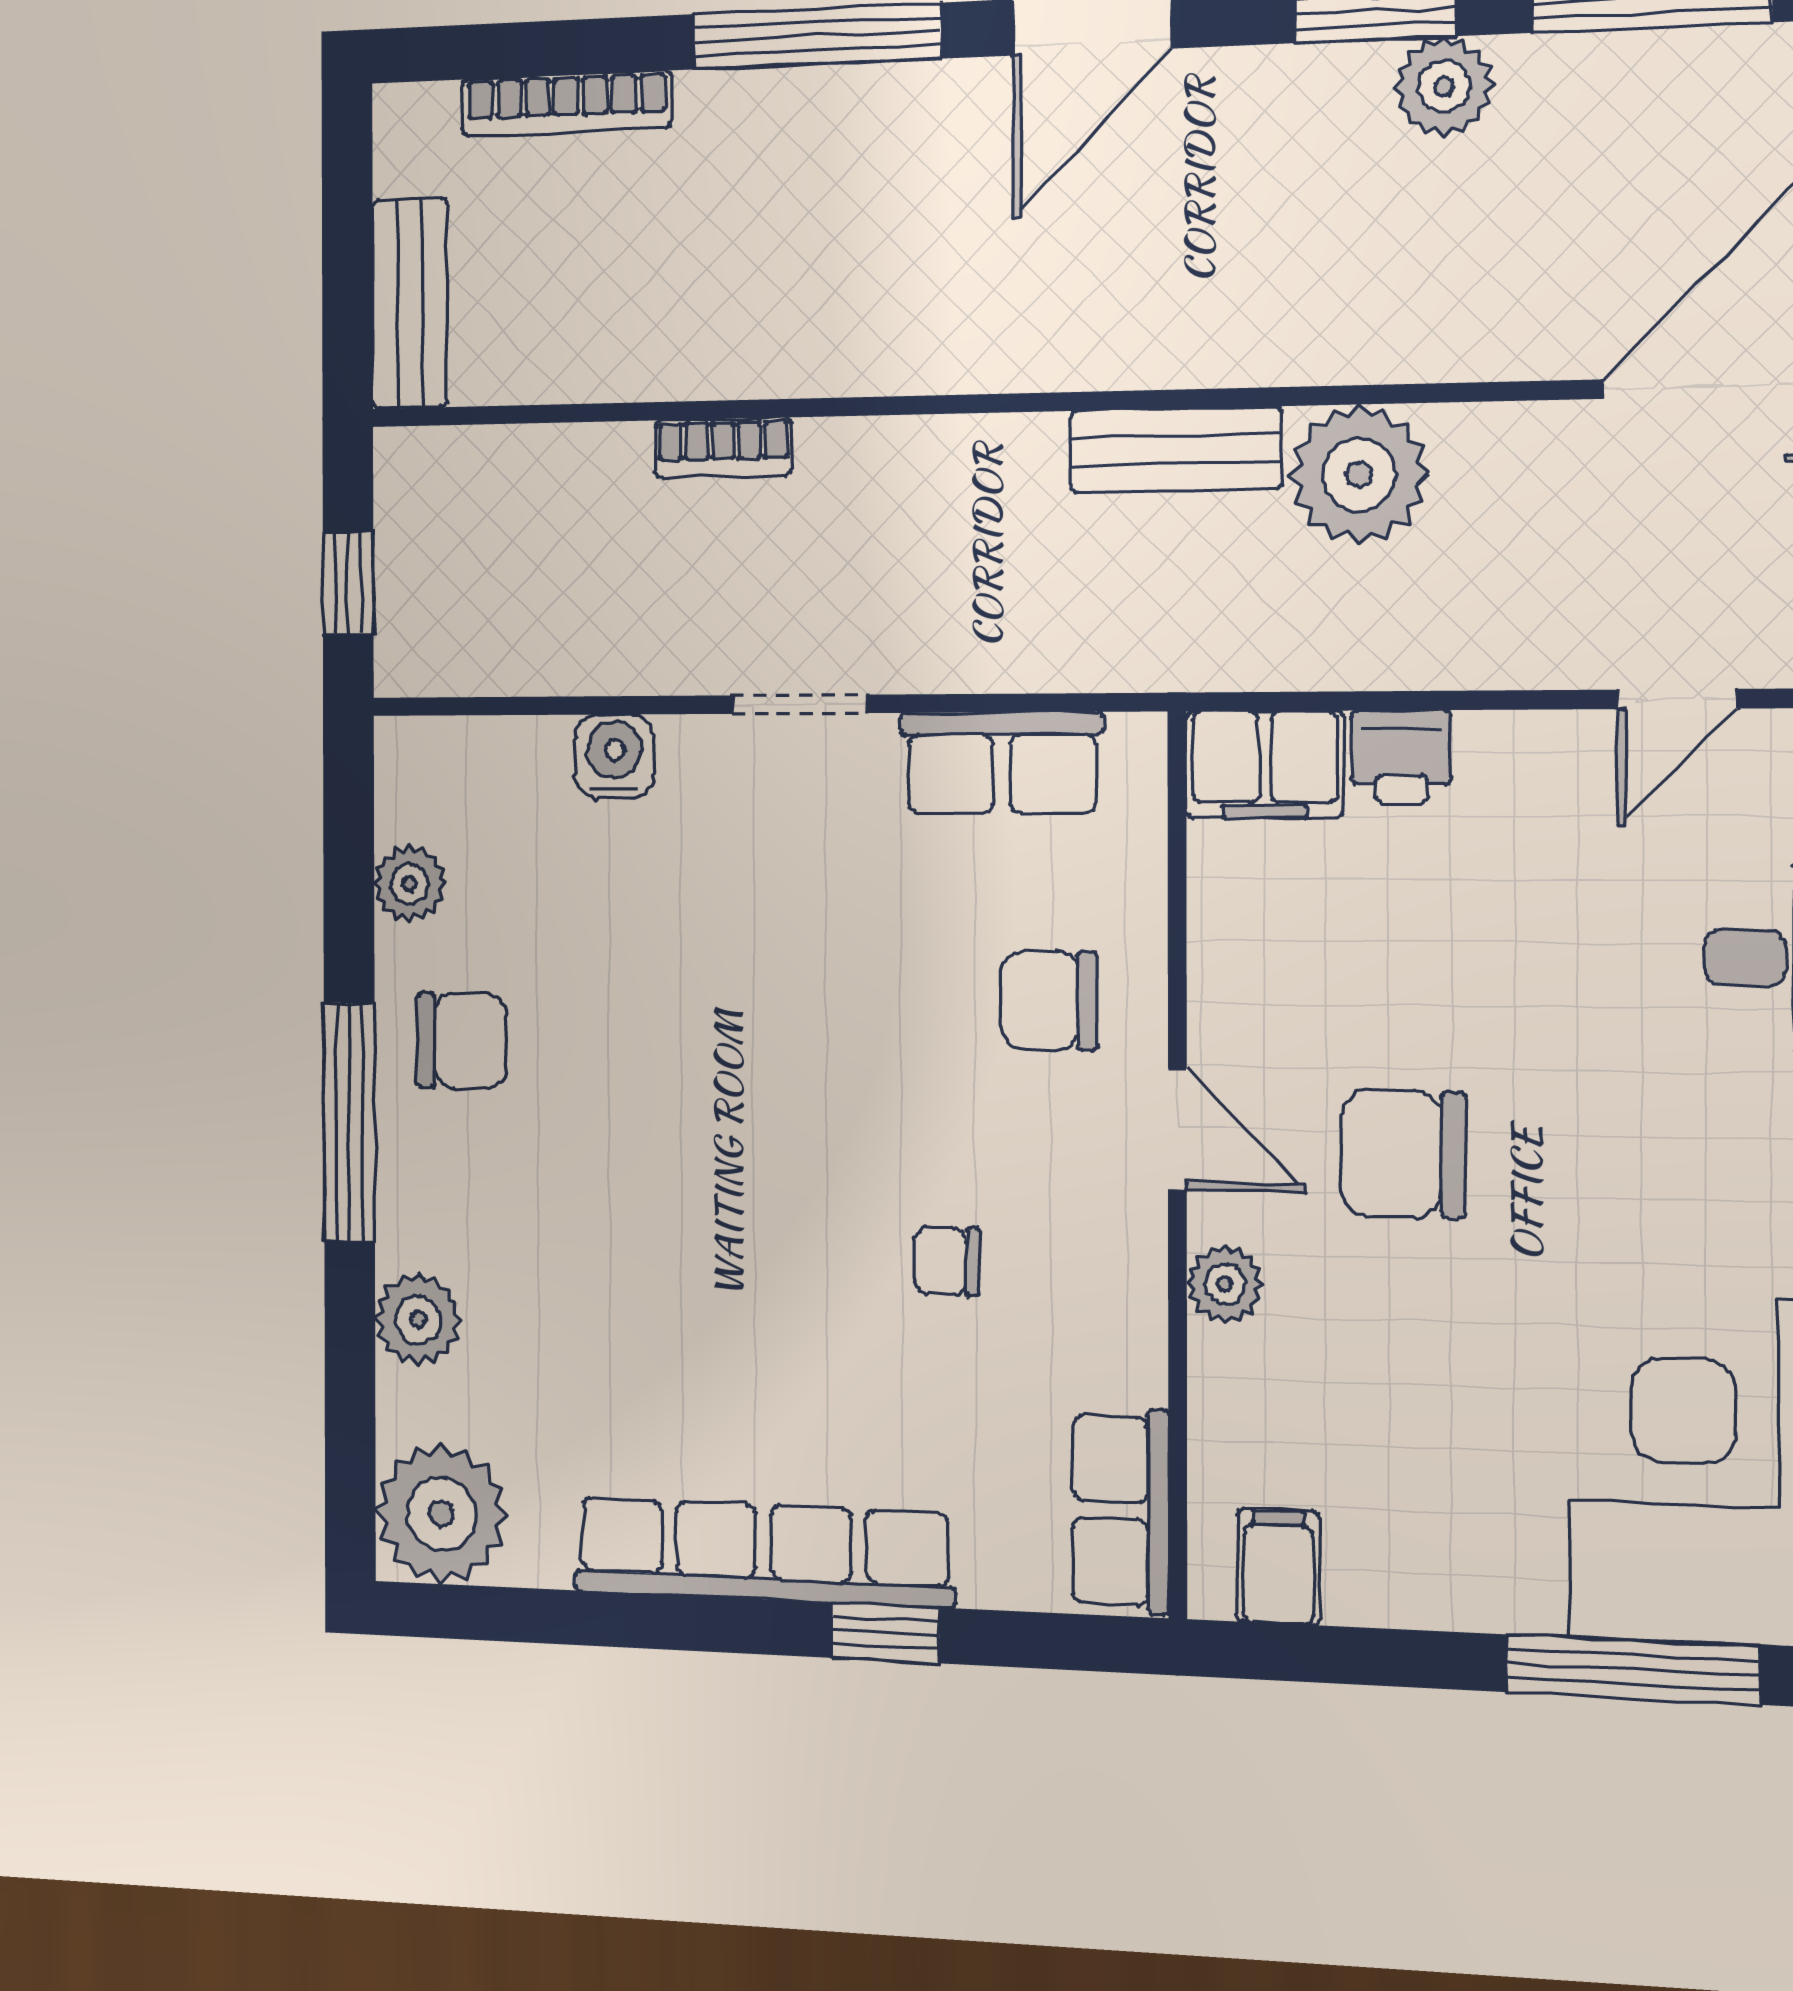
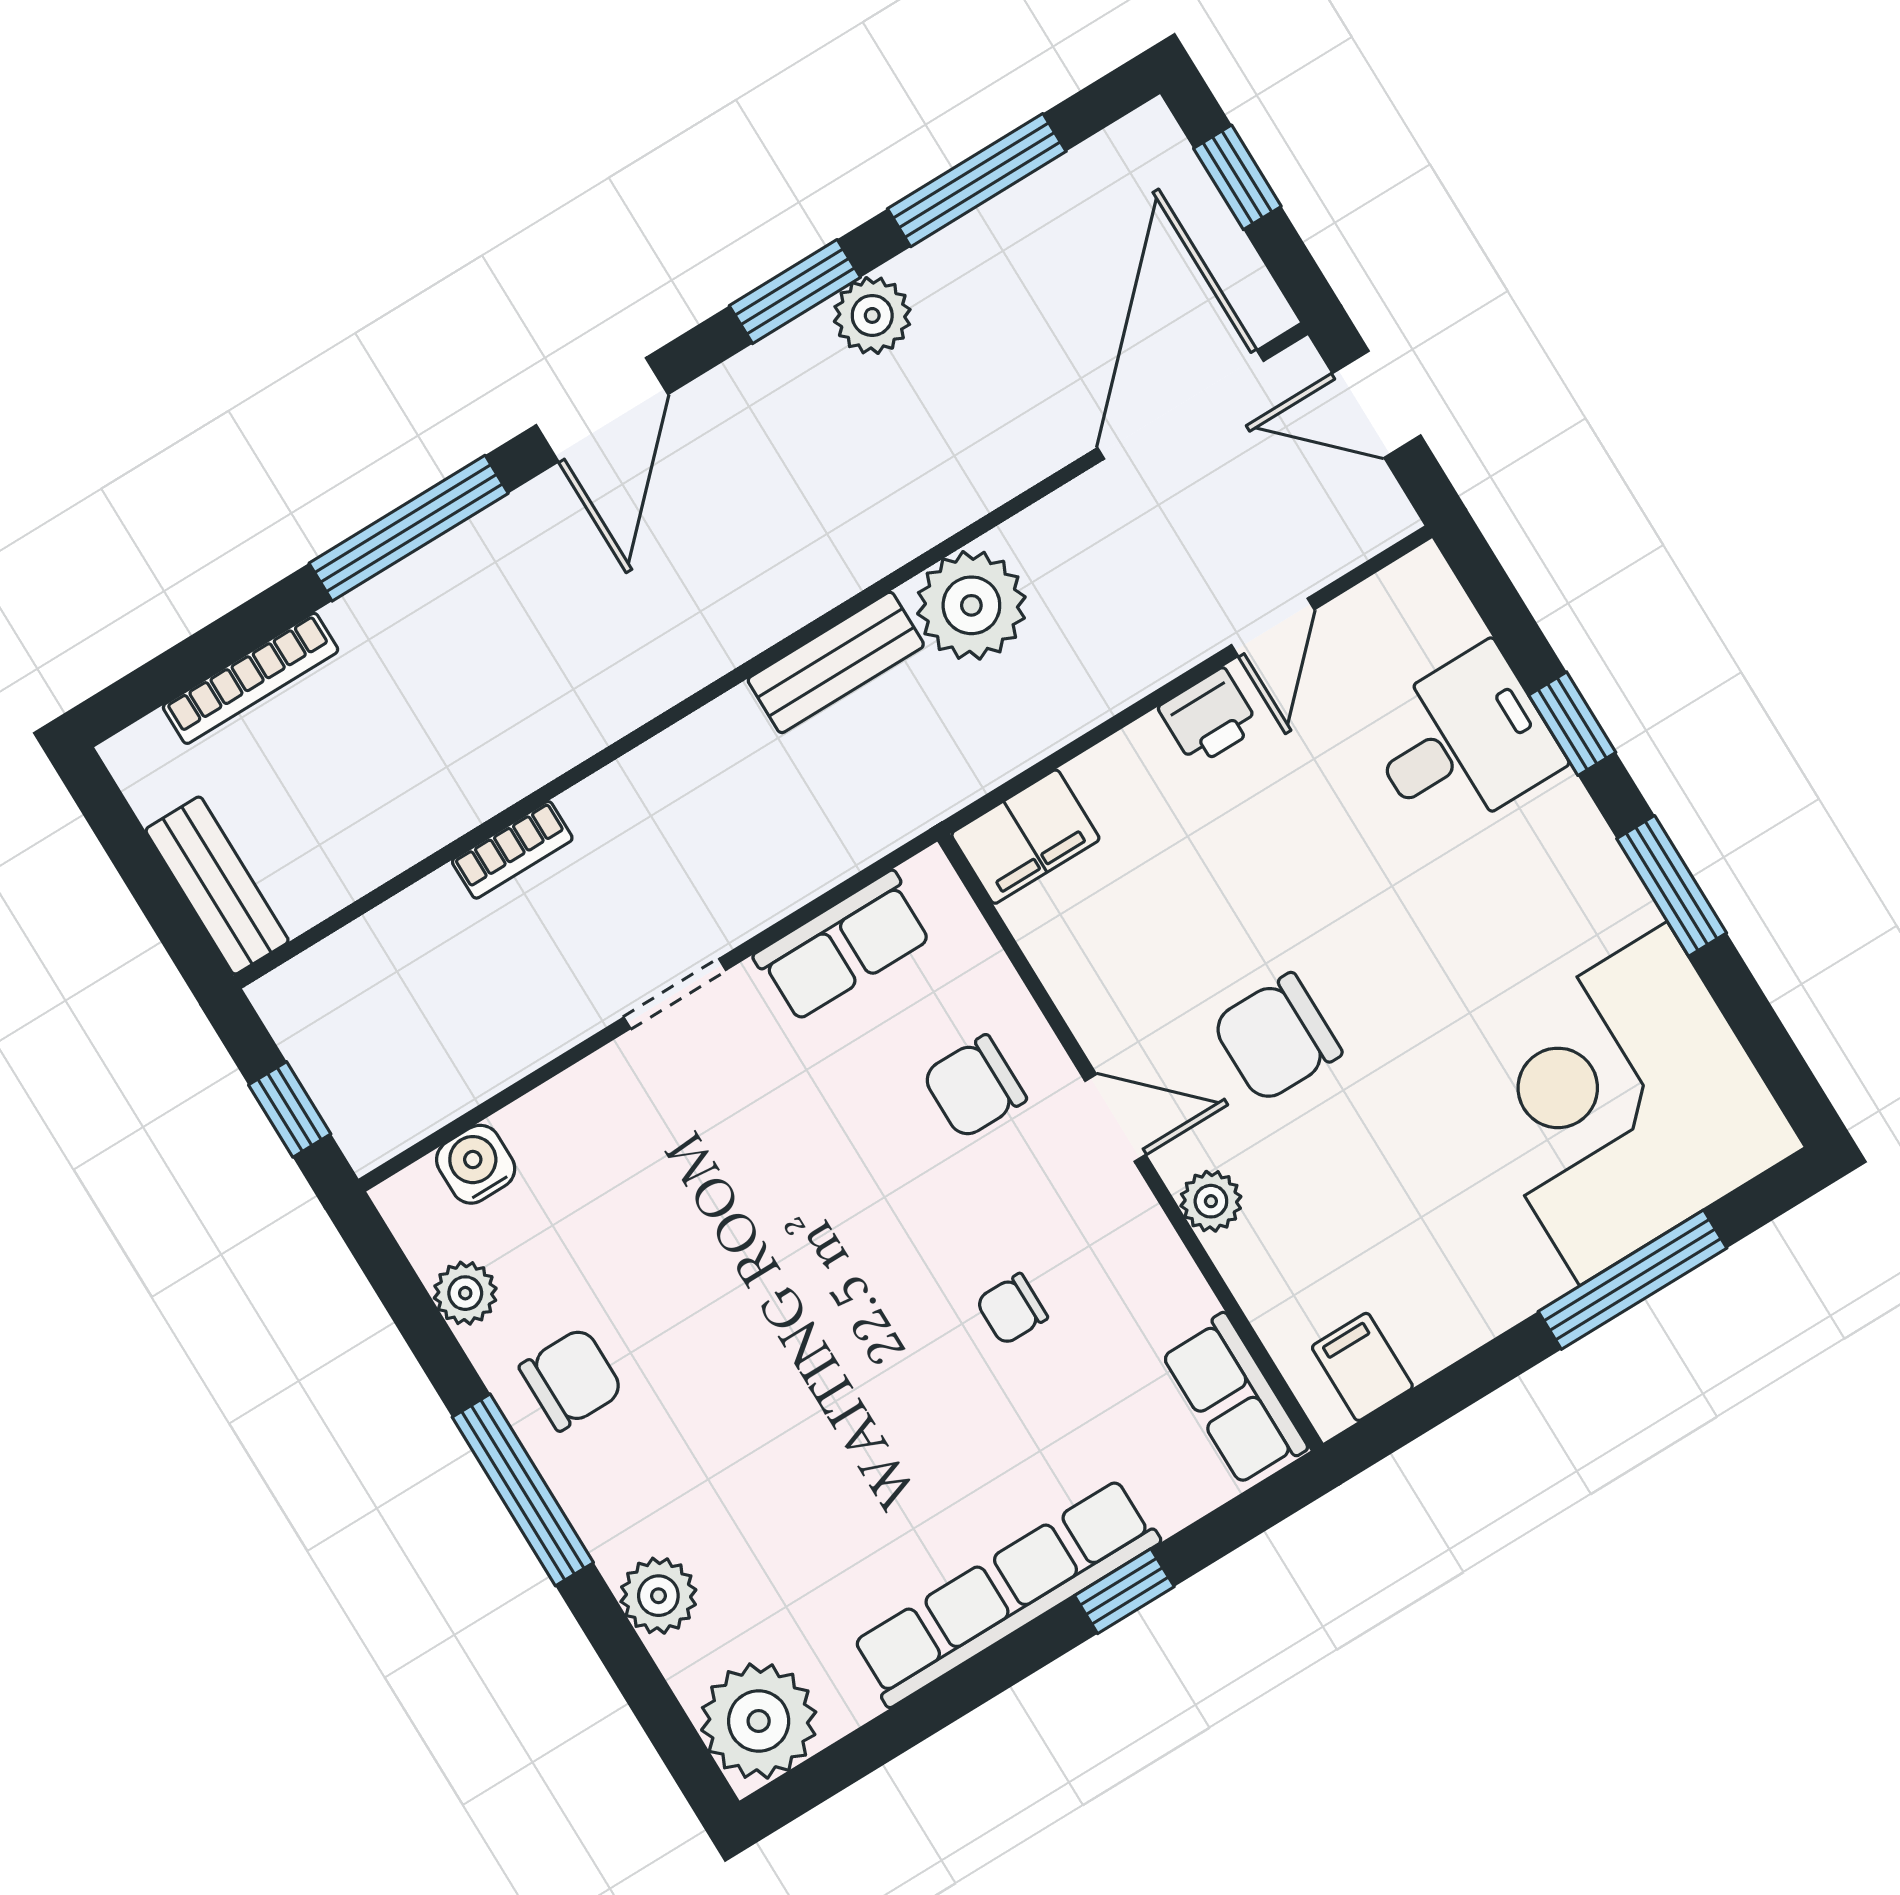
water cooler: (614, 756) -> (476, 1164), moved
printer: (1401, 756) -> (1209, 717), moved

